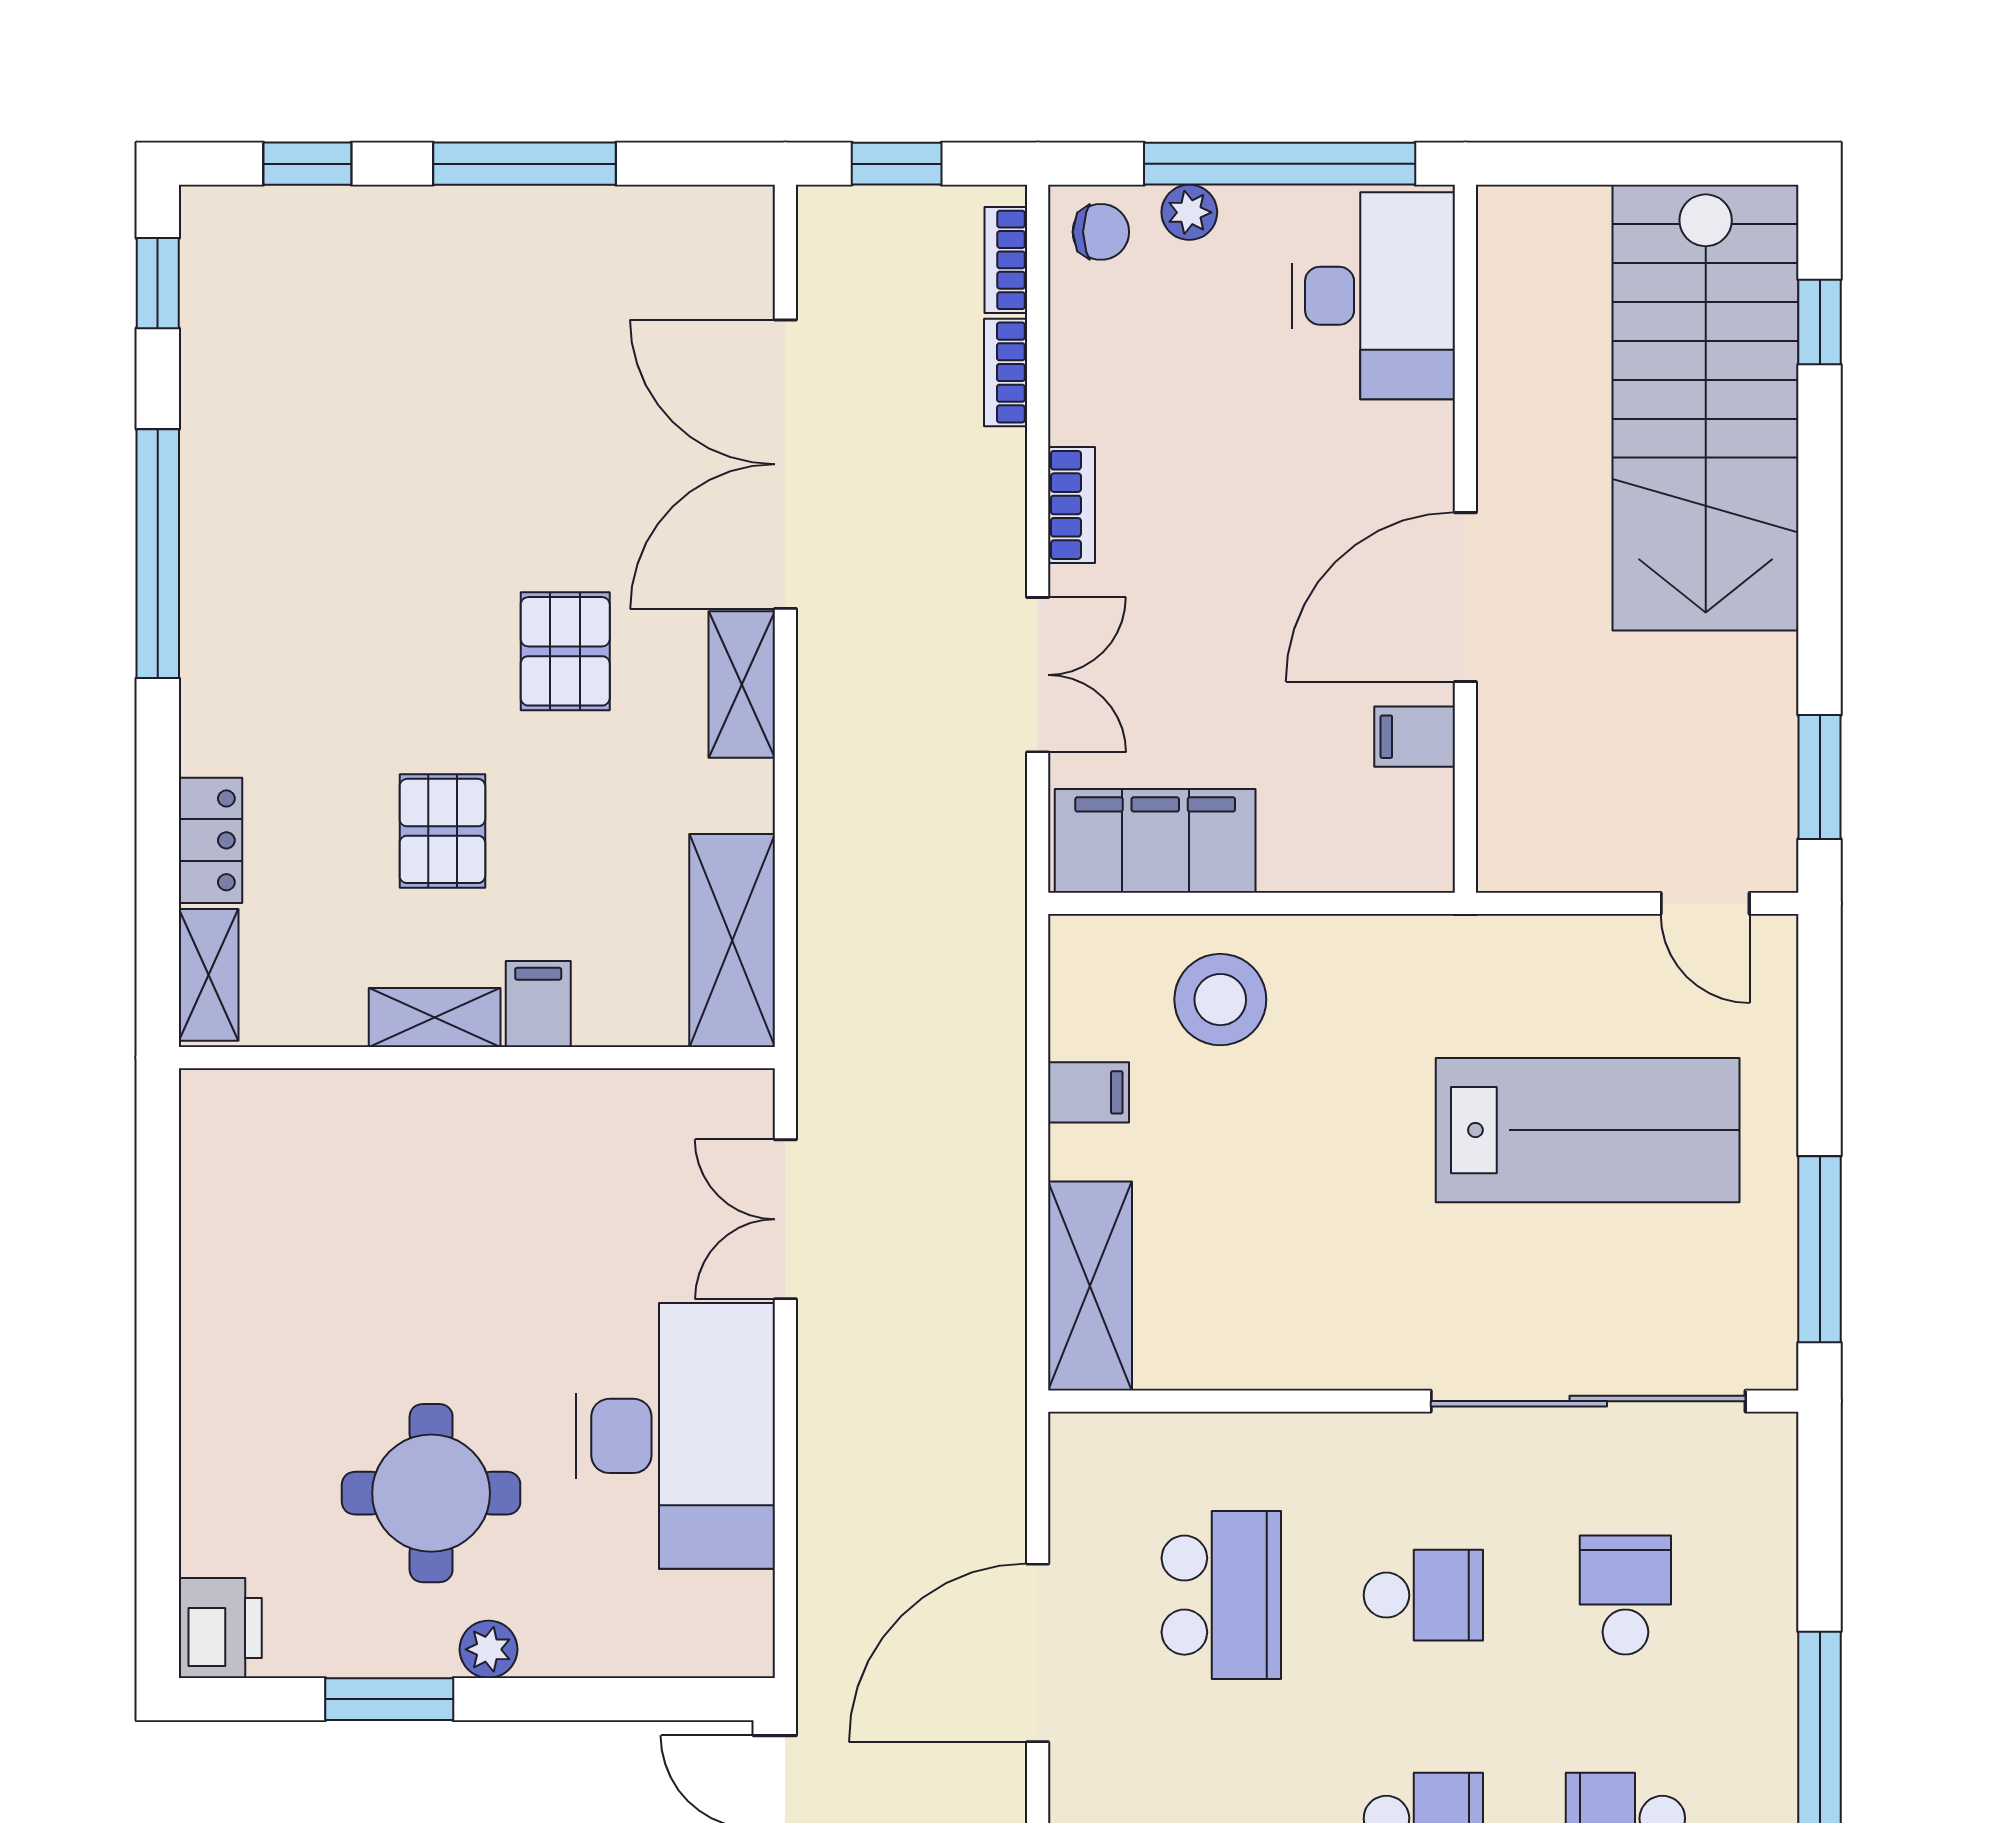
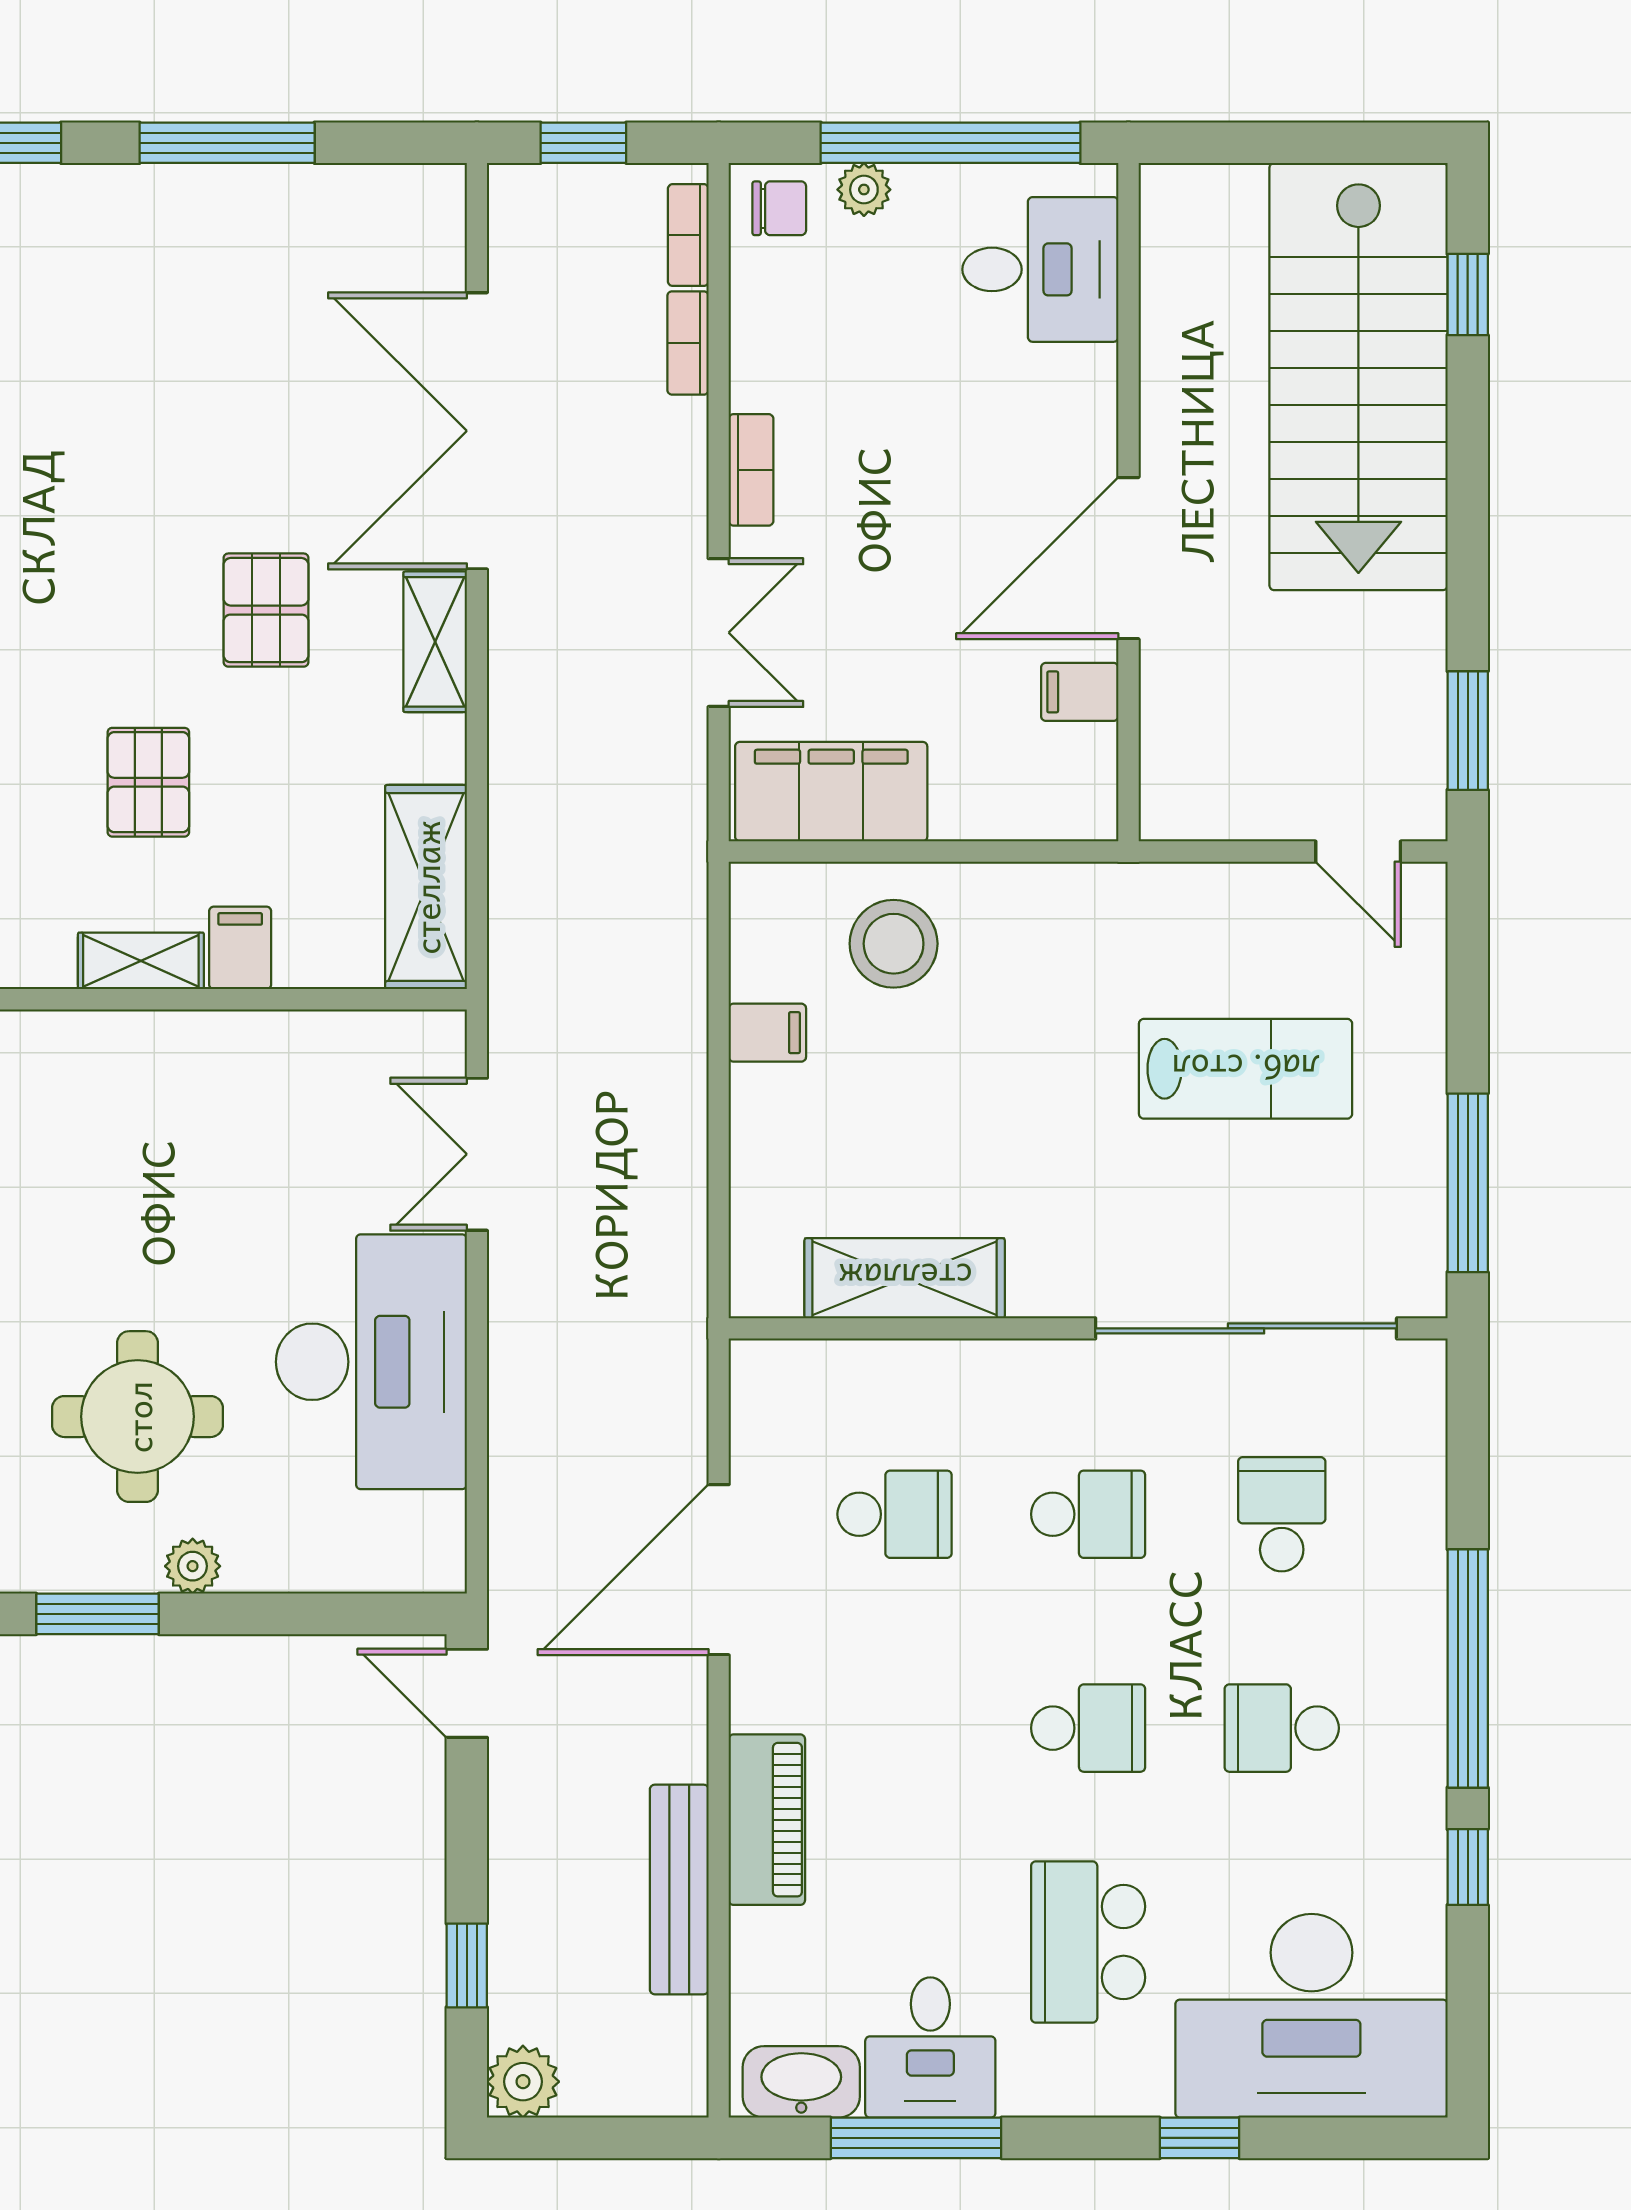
desk: (1373, 296) -> (1040, 269), width x0.73
lab bench: (1588, 1130) -> (1246, 1069), width x0.73, depth x0.72
shelving: (1090, 1286) -> (905, 1278), moved, turned 90
school desk: (1221, 1595) -> (895, 1514), width x0.54

